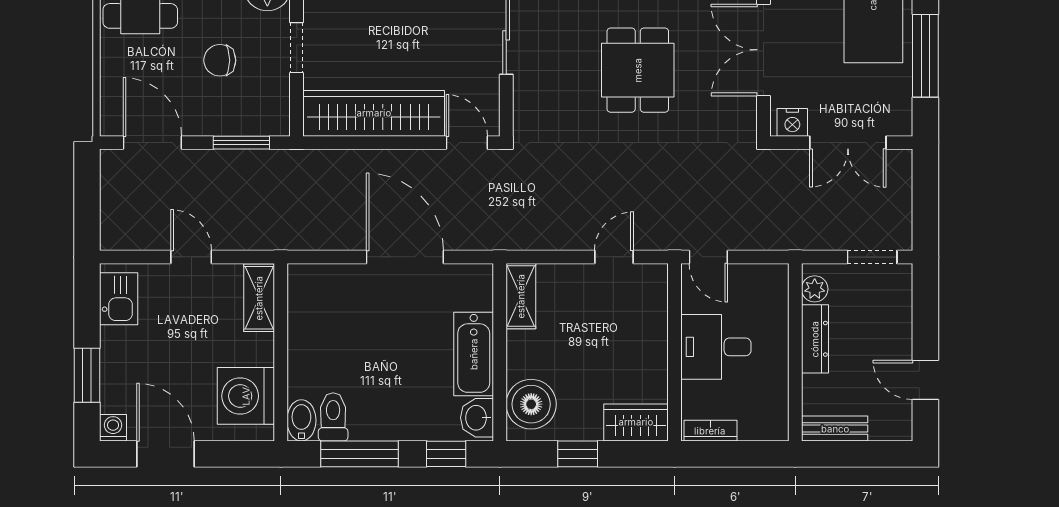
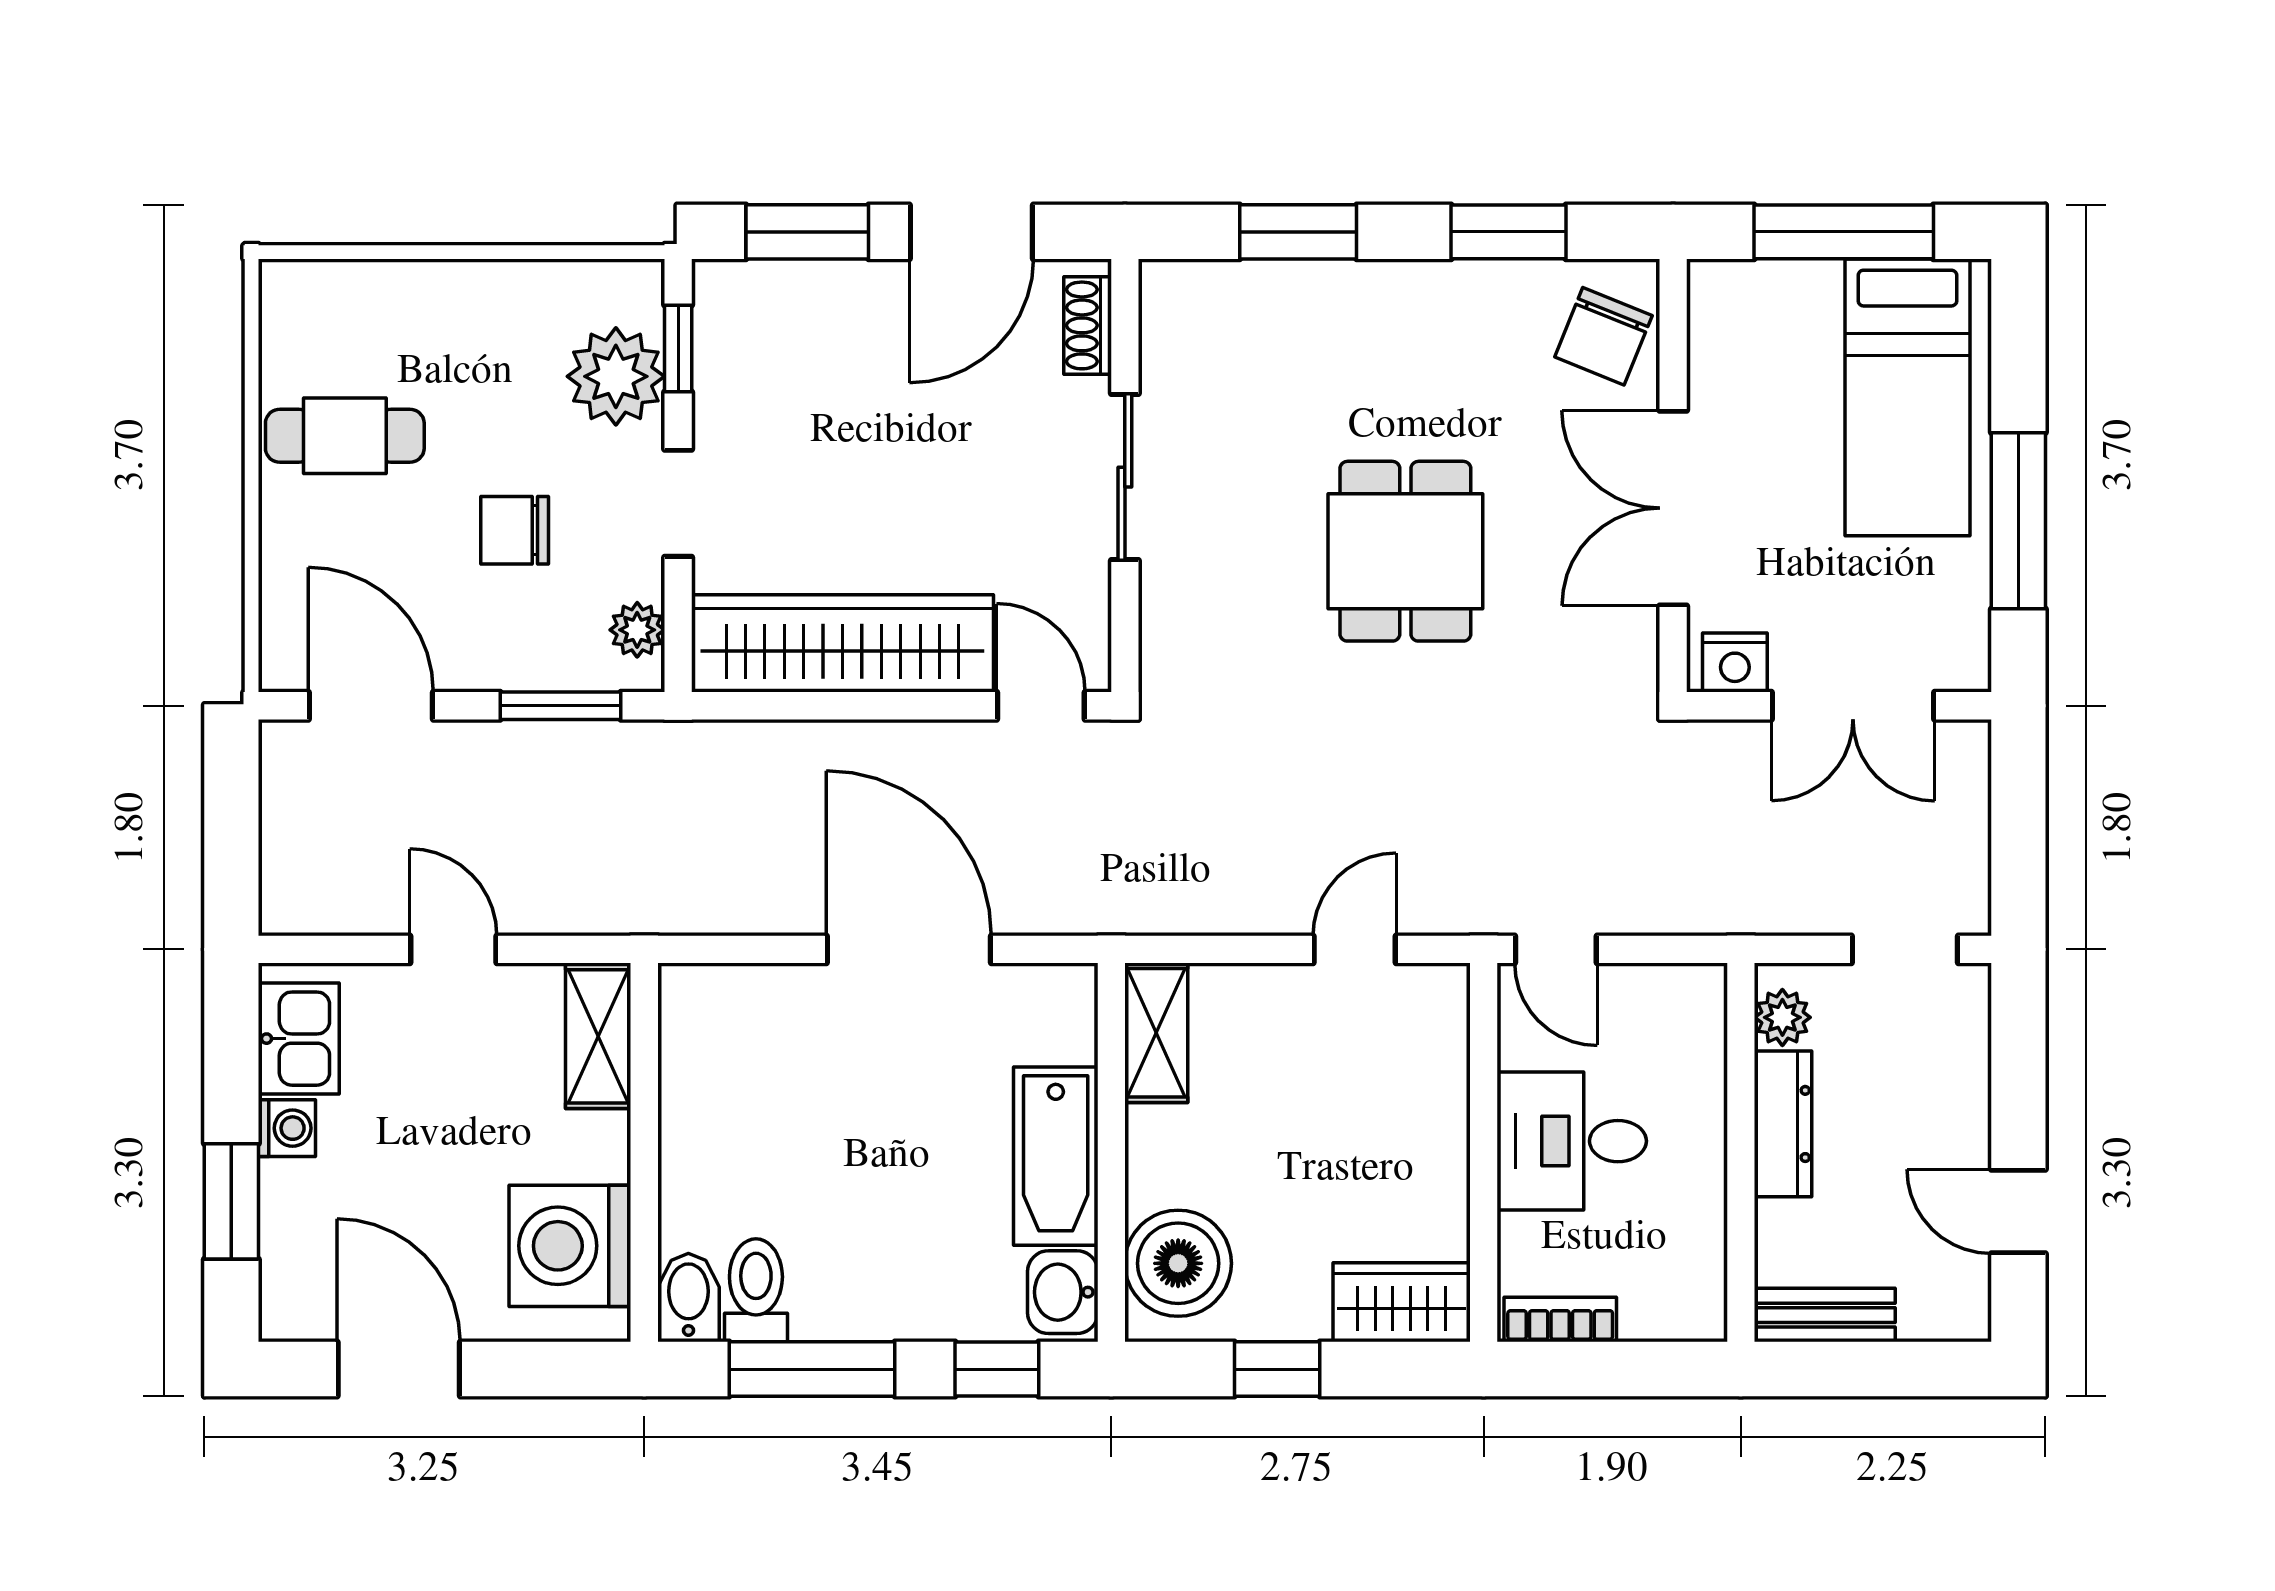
plant: (277, 107) -> (637, 630), added
washing machine: (113, 428) -> (287, 1128), moved, turned 90

